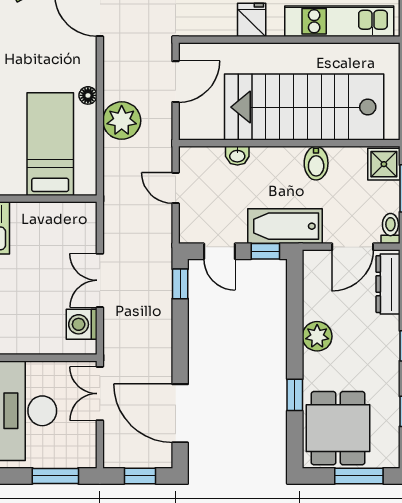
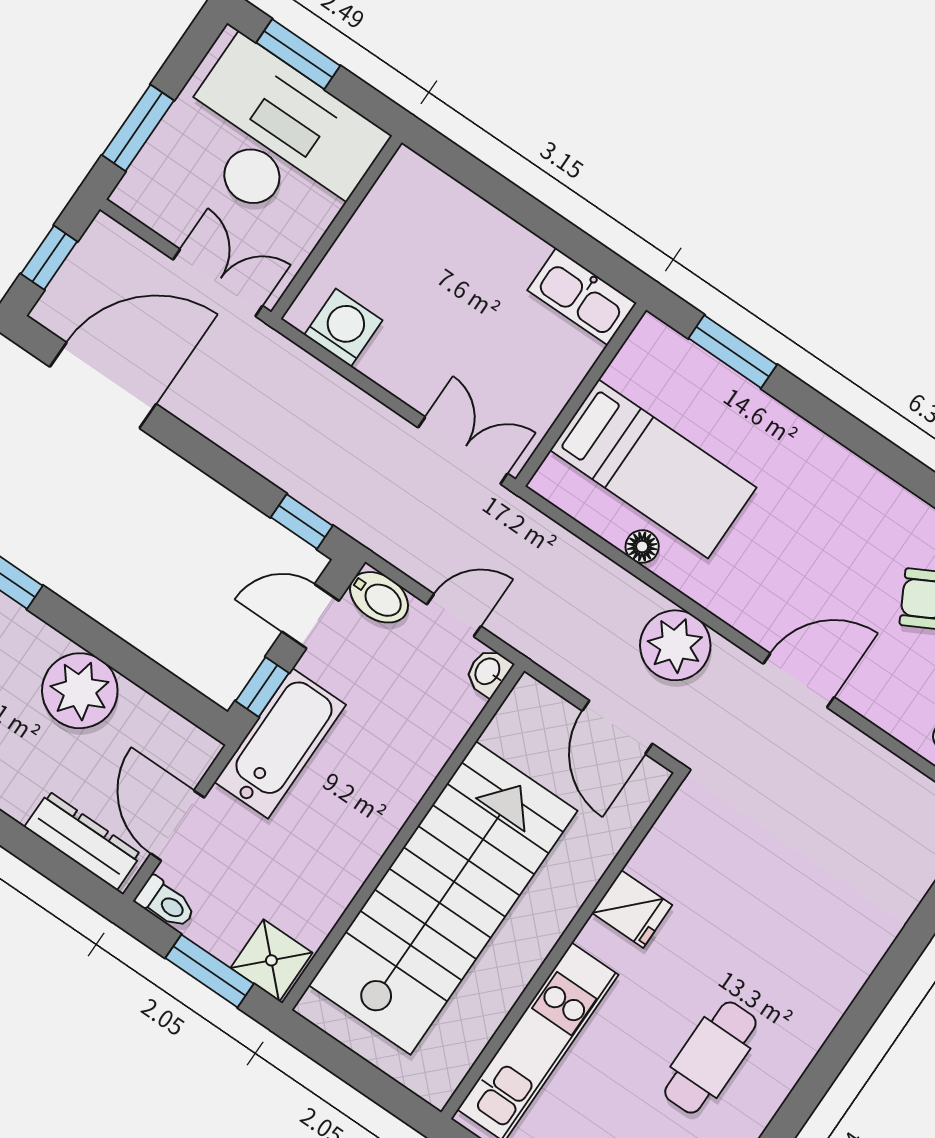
floor lamp: (88, 95) -> (642, 547), moved
plant: (122, 121) -> (675, 645), moved
washbasin: (237, 156) -> (488, 672), moved
bidet: (316, 163) -> (379, 597), moved, turned 180
double door: (100, 280) -> (463, 451), moved
plant: (317, 336) -> (80, 691), width x1.36, depth x1.36

